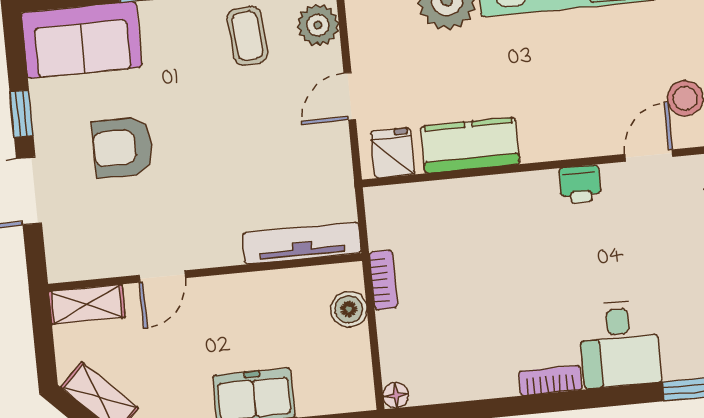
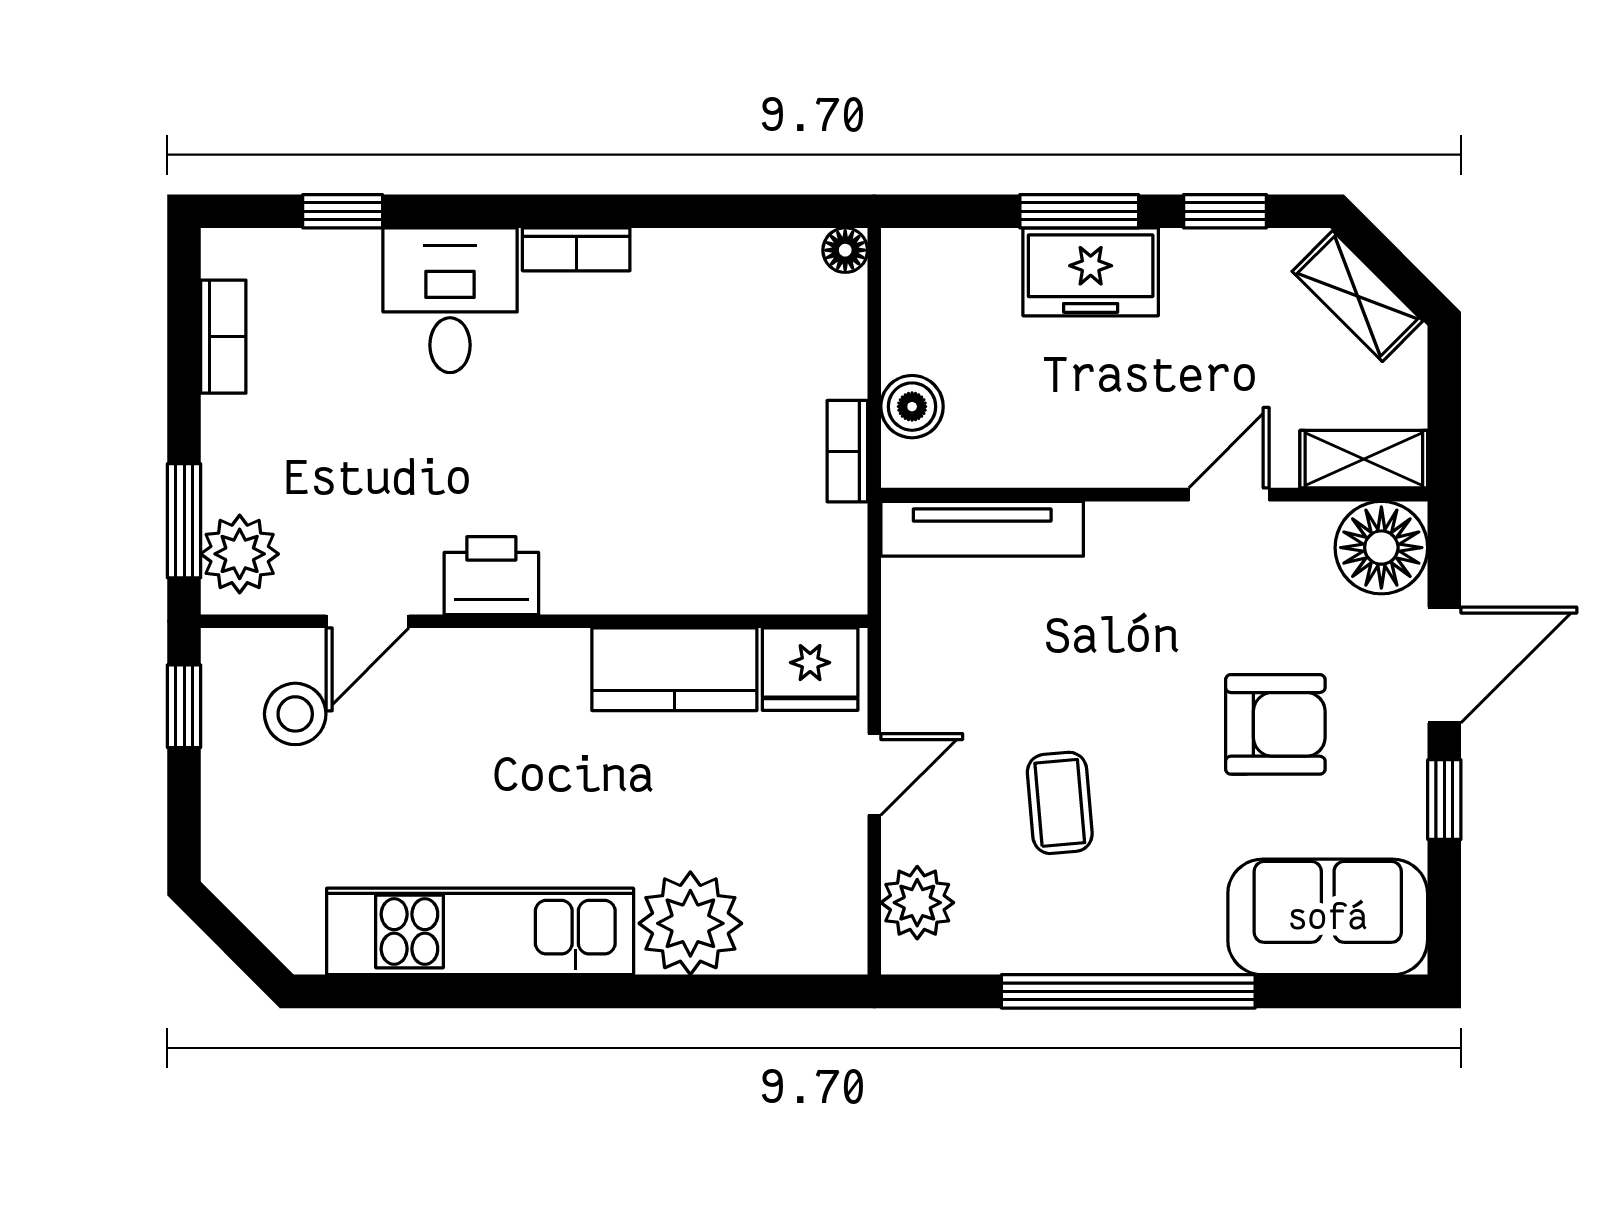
coffee table: (247, 36) -> (1060, 803), moved
fridge: (392, 153) -> (810, 669), width x1.38
printer: (580, 184) -> (491, 576), width x1.36, depth x1.24
floor lamp: (72, 255) -> (1381, 548), added

